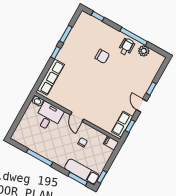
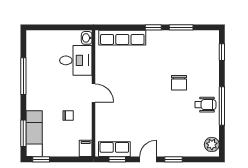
plant: (144, 51) -> (212, 145), moved
door: (77, 117) -> (94, 93), swing flipped

